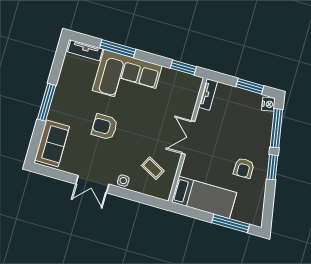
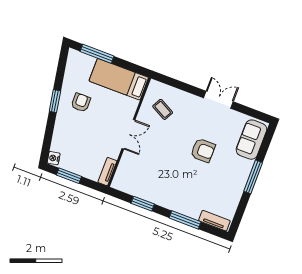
window: (183, 67) -> (143, 204), moved
corner sofa: (127, 78) -> (179, 192), removed
window: (276, 128) -> (48, 136), removed
side table: (123, 181) -> (190, 101), removed

